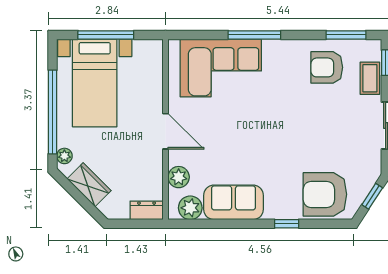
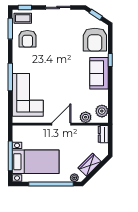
coffee table: (370, 78) -> (23, 18), moved
sofa: (234, 202) -> (99, 73), moved

